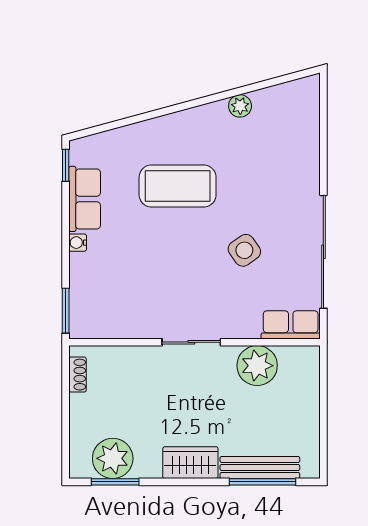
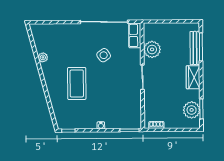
row of seats: (85, 199) -> (82, 123), removed

